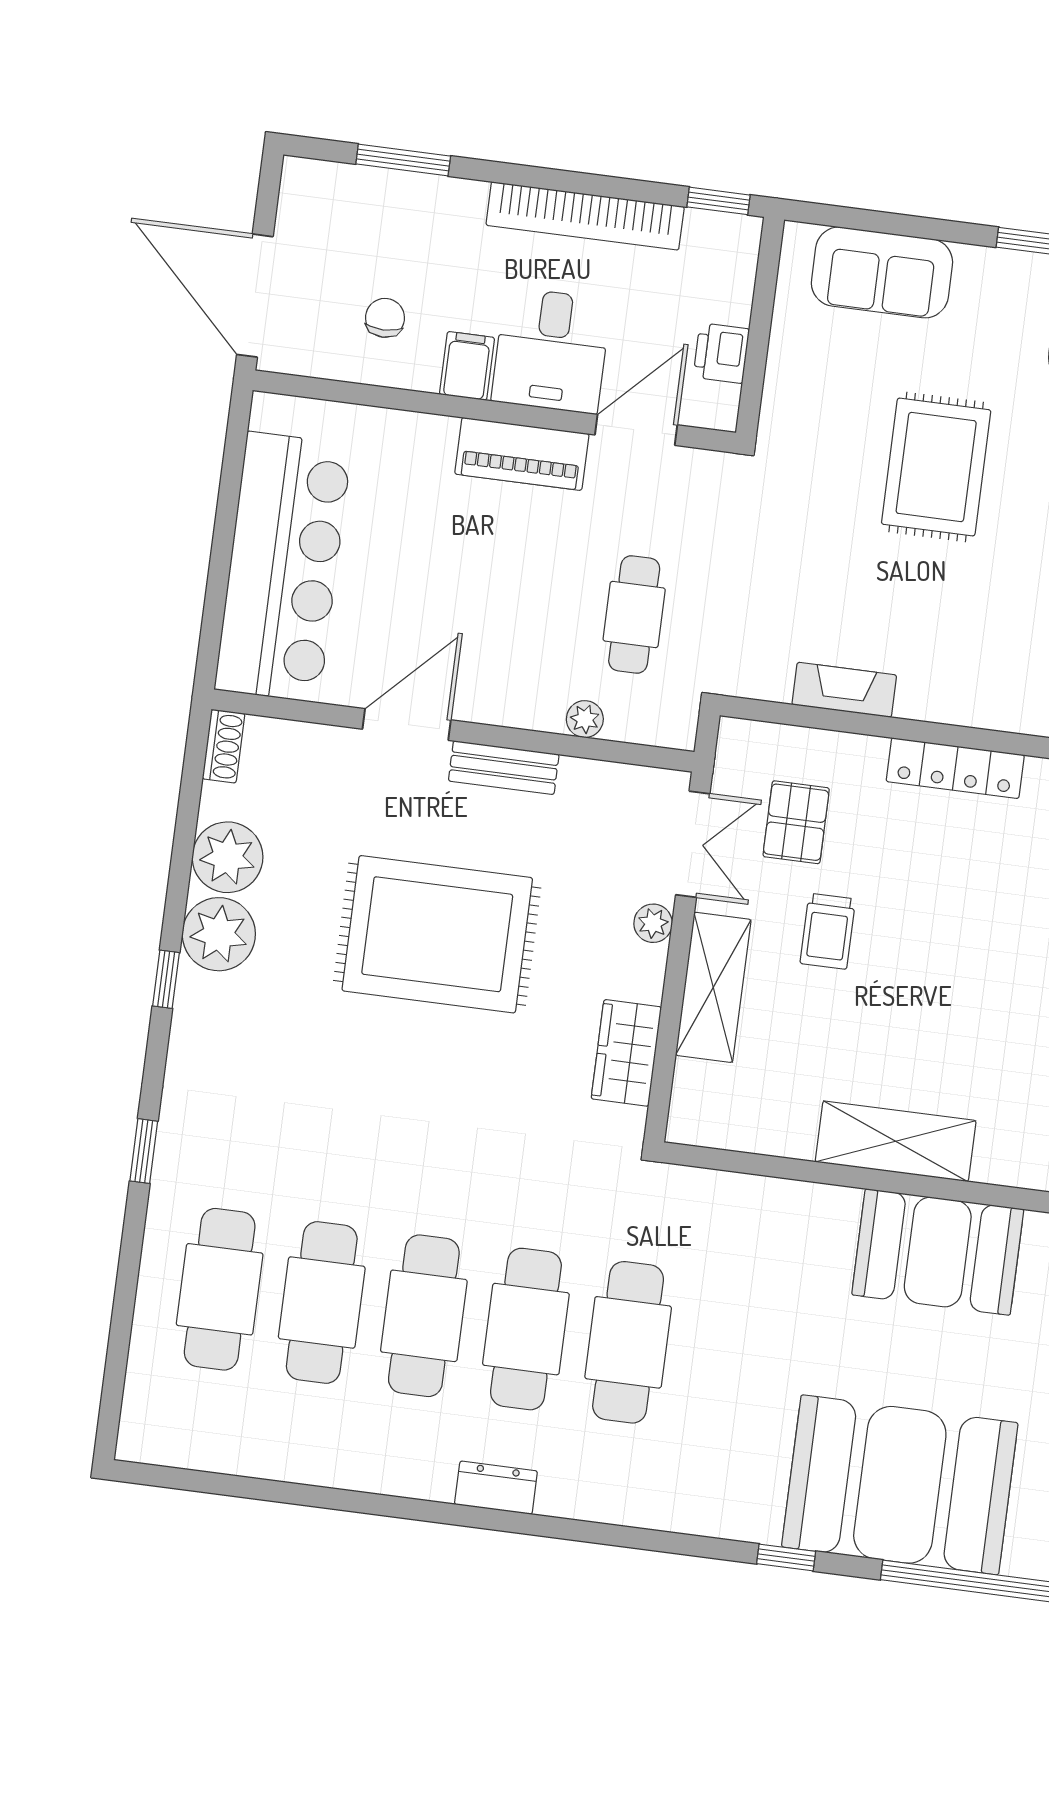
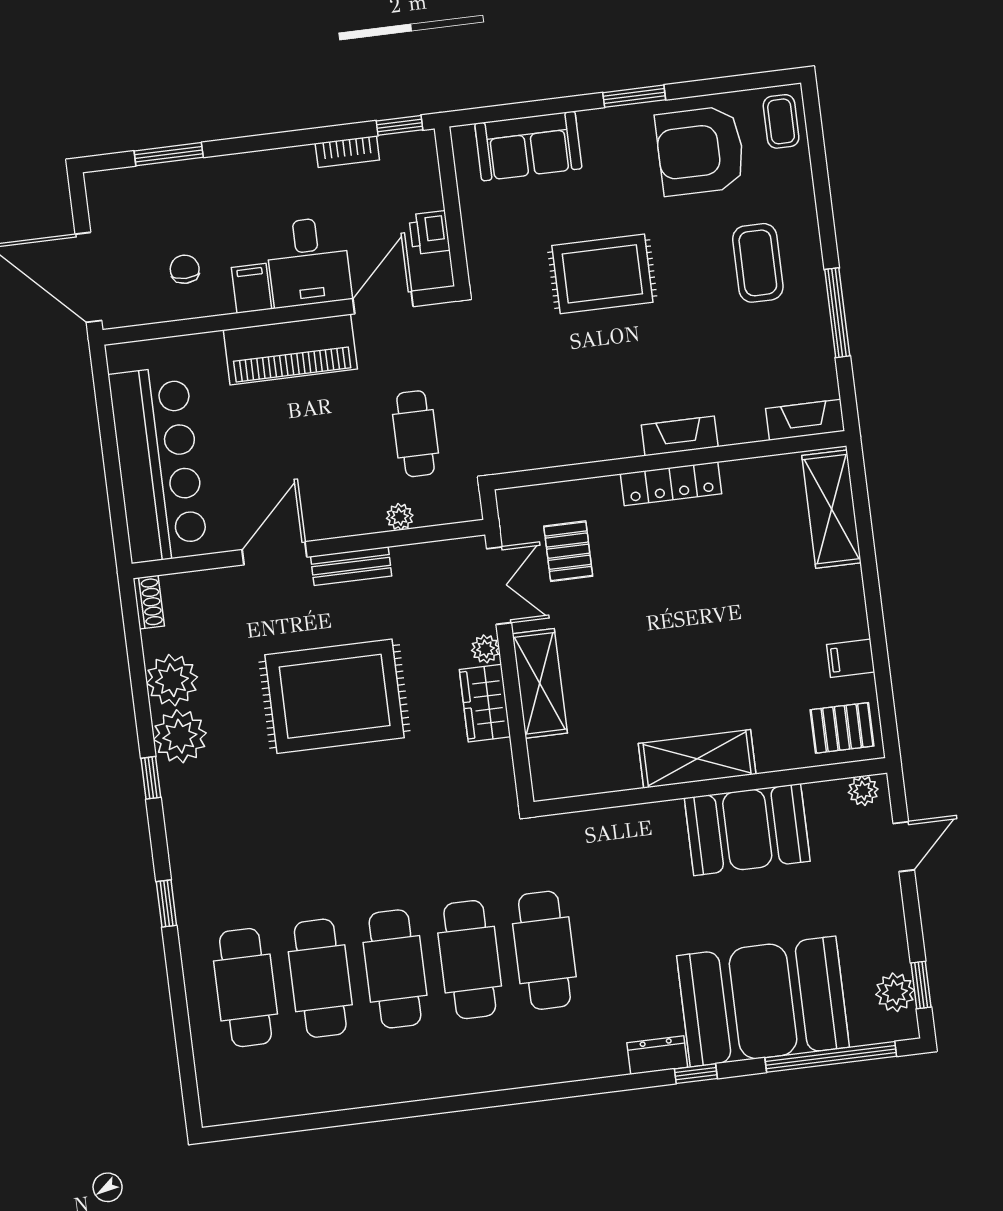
bookcase: (585, 216) -> (347, 152), width x0.43, depth x0.76
piano: (522, 454) -> (290, 349), width x1.37, depth x1.33
rug: (936, 467) -> (602, 274), turned 90
fireplace: (844, 690) -> (680, 436), moved
trolley: (828, 931) -> (611, 623), removed
wardrobe: (626, 1053) -> (485, 703), moved
dresser: (496, 1488) -> (657, 1055), moved

